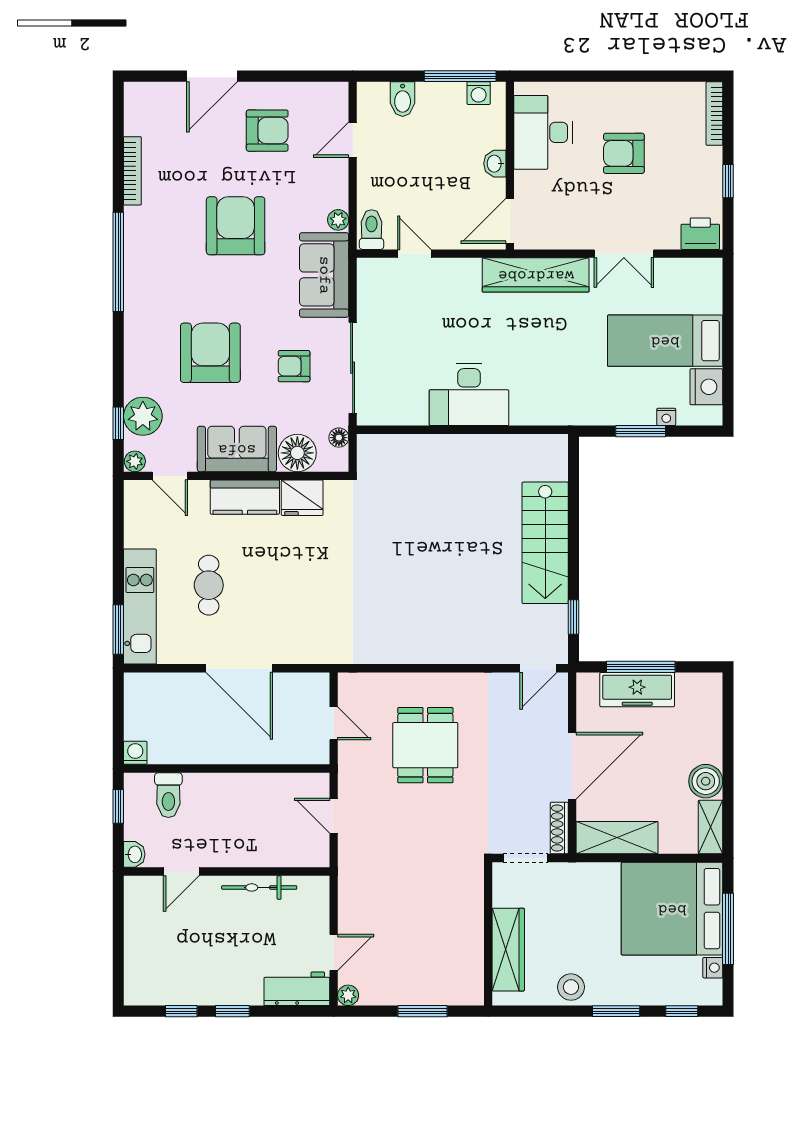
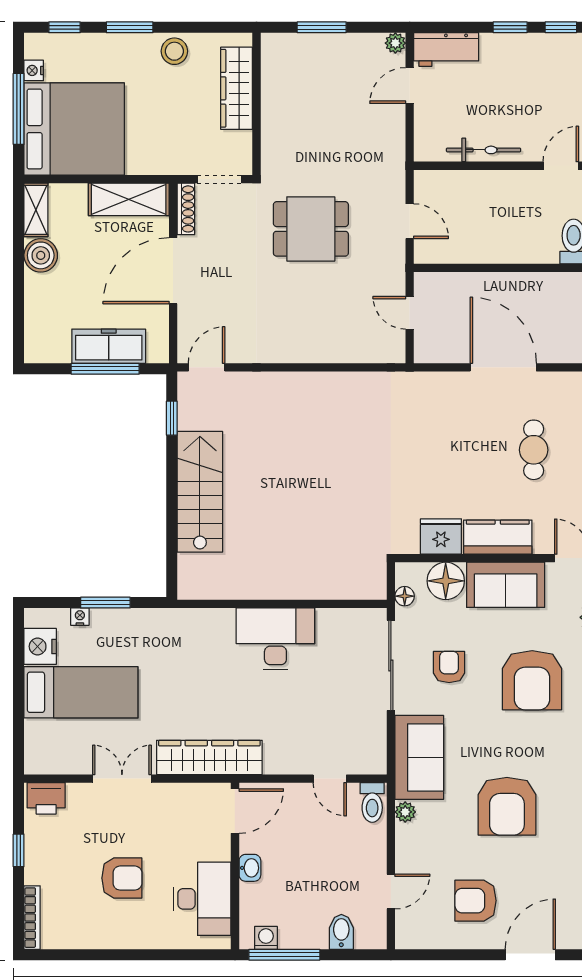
armchair: (294, 366) -> (449, 667), turned -90
dining table: (425, 745) -> (311, 229), moved, turned 90

